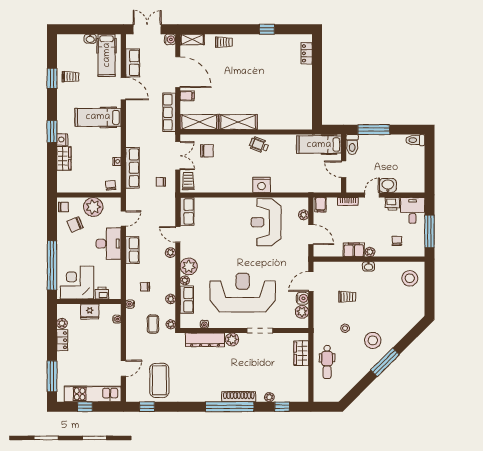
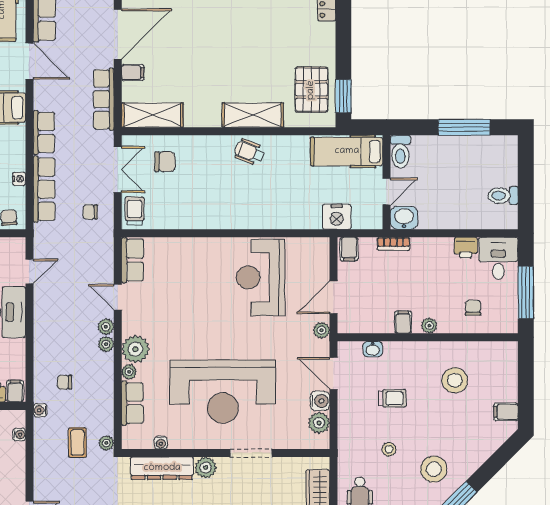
door: (178, 72) -> (118, 34), hinge flipped
pallet: (297, 106) -> (311, 90), added
window: (317, 110) -> (343, 96), added
shelving: (238, 122) -> (253, 115), moved
window: (374, 130) -> (464, 127), moved
toilet: (415, 140) -> (503, 196), moved
door: (344, 169) -> (387, 192), swing flipped
nightstand: (262, 185) -> (337, 217), moved
washbasin: (388, 185) -> (404, 218), moved
door: (372, 195) -> (433, 233), removed
plant: (304, 215) -> (322, 330), moved
door: (311, 235) -> (334, 297), swing flipped
row of seats: (132, 250) -> (44, 132), moved
filing cabinet: (354, 250) -> (403, 322), width x0.50
washbasin: (369, 266) -> (373, 349), moved
stool: (410, 278) -> (455, 380), moved
door: (311, 281) -> (334, 374), hinge flipped
filing cabinet: (115, 292) -> (15, 391), added
reception desk: (243, 293) -> (223, 392), turned 180
plant: (171, 299) -> (106, 344), moved
filing cabinet: (417, 305) -> (506, 412), added

